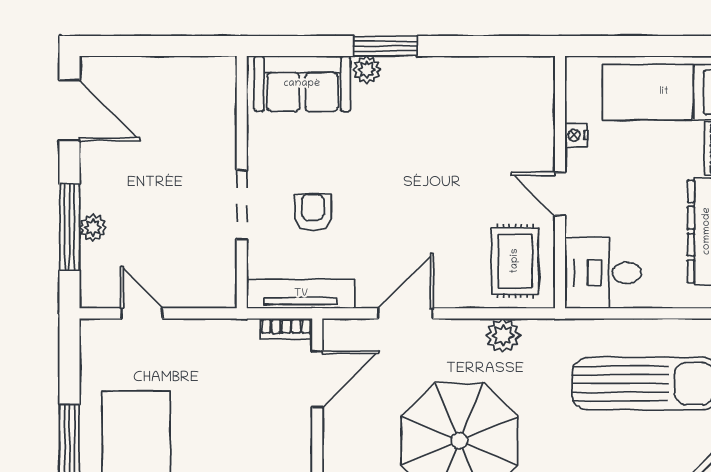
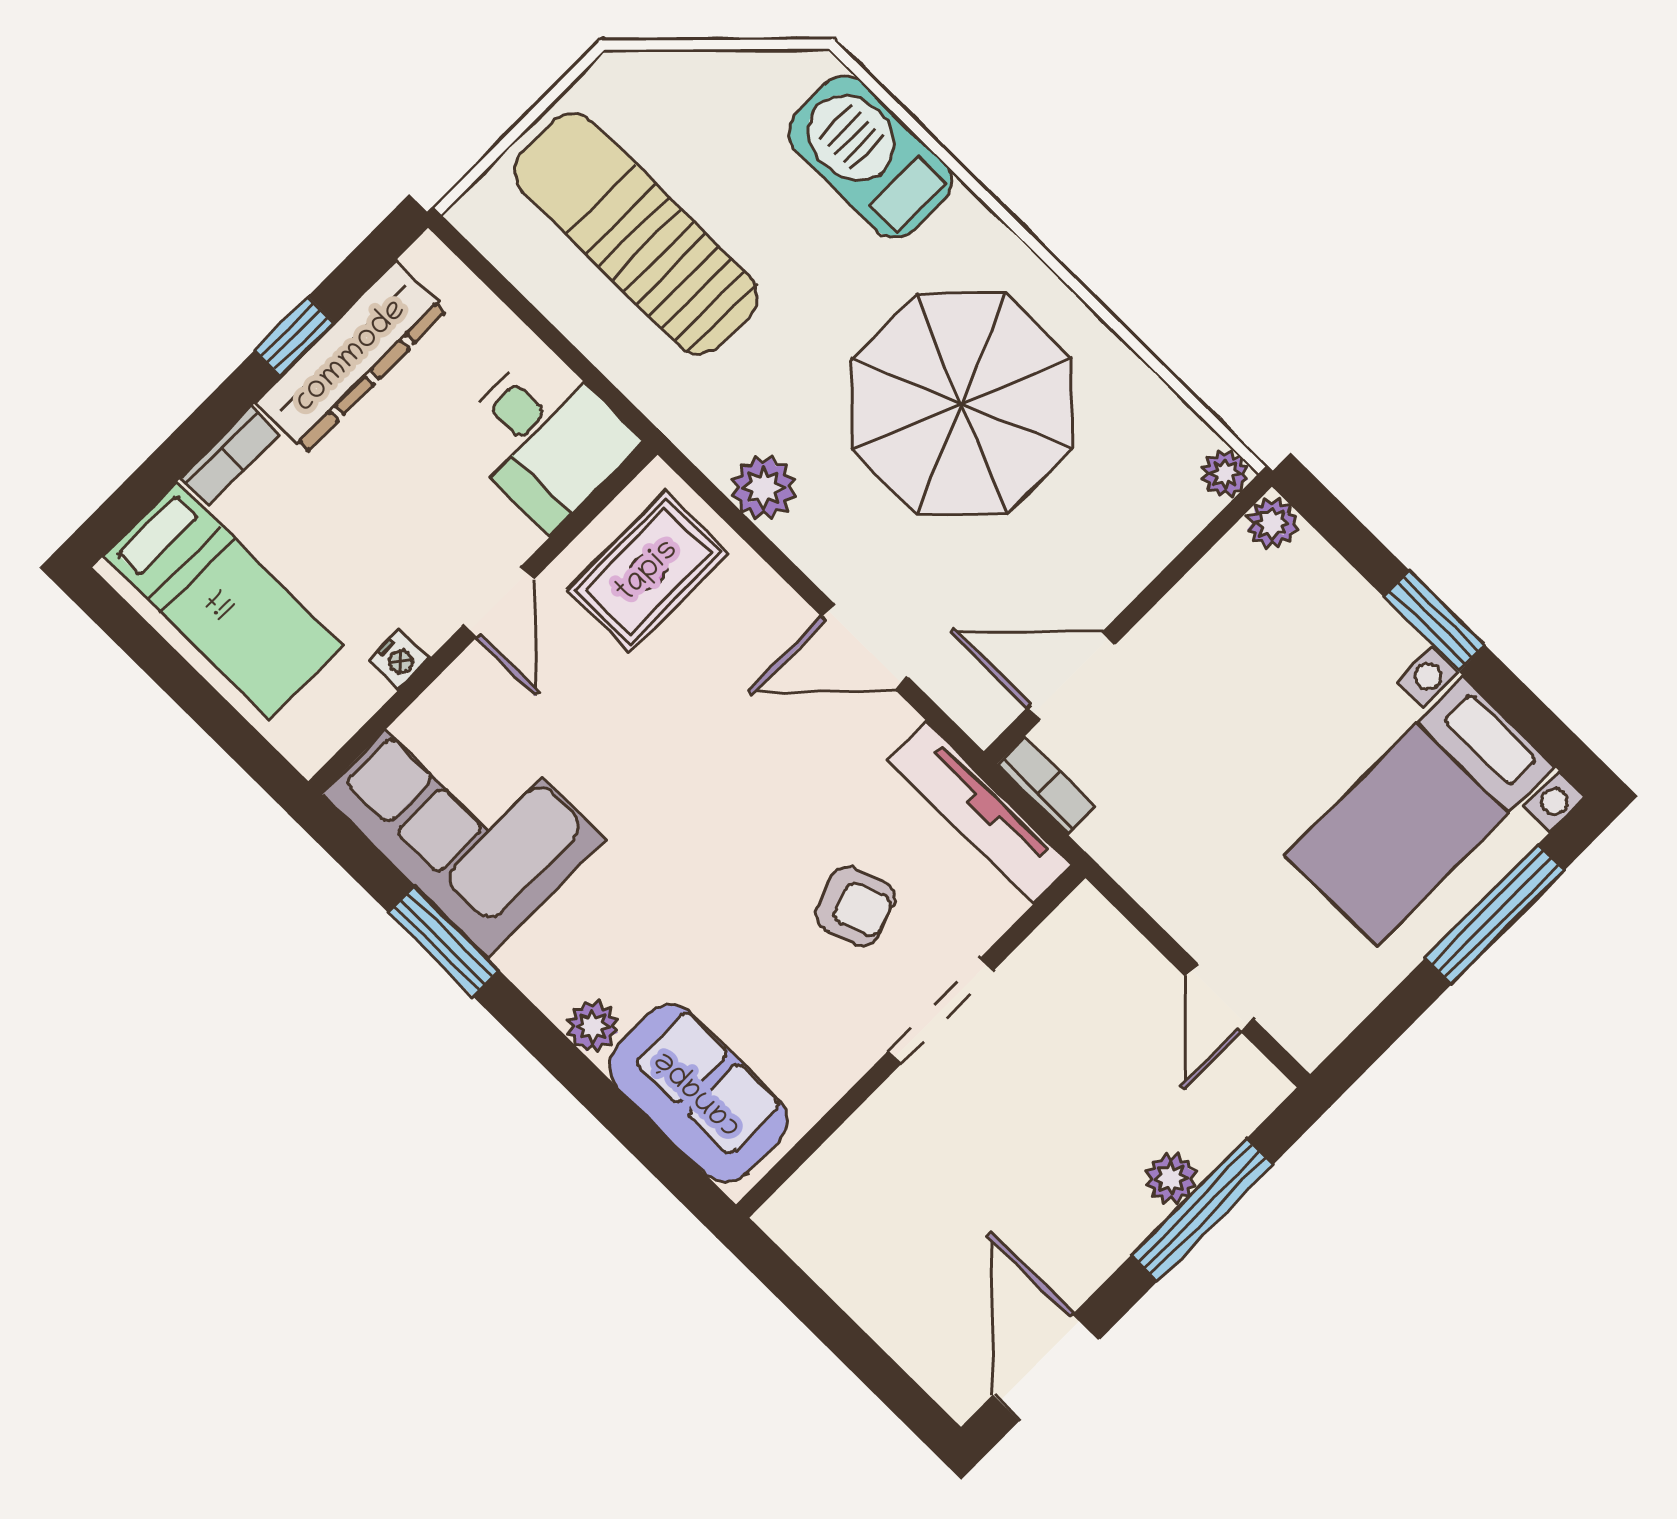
window: (386, 46) -> (443, 941), moved
corner sofa: (493, 100) -> (463, 817), added
armchair: (313, 212) -> (855, 906), turned -111

